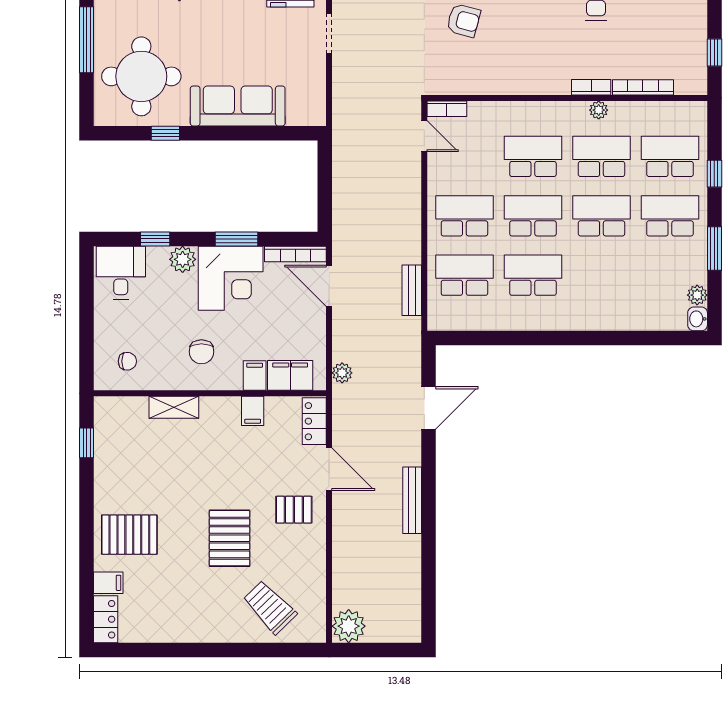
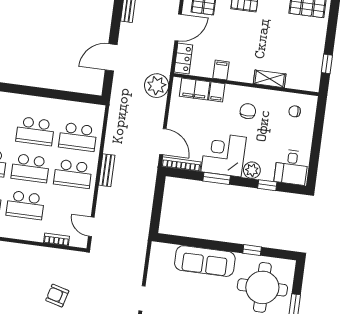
bookcase: (447, 109) -> (57, 240), moved
bench: (412, 290) -> (107, 170), moved
plant: (342, 373) -> (157, 86), width x1.88, depth x1.88
door: (329, 469) -> (178, 27), swing flipped

